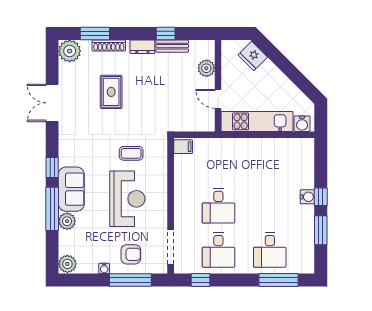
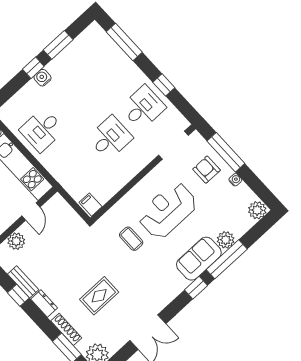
desk: (270, 250) -> (42, 130), moved, turned 180
window: (200, 280) -> (164, 85), moved

